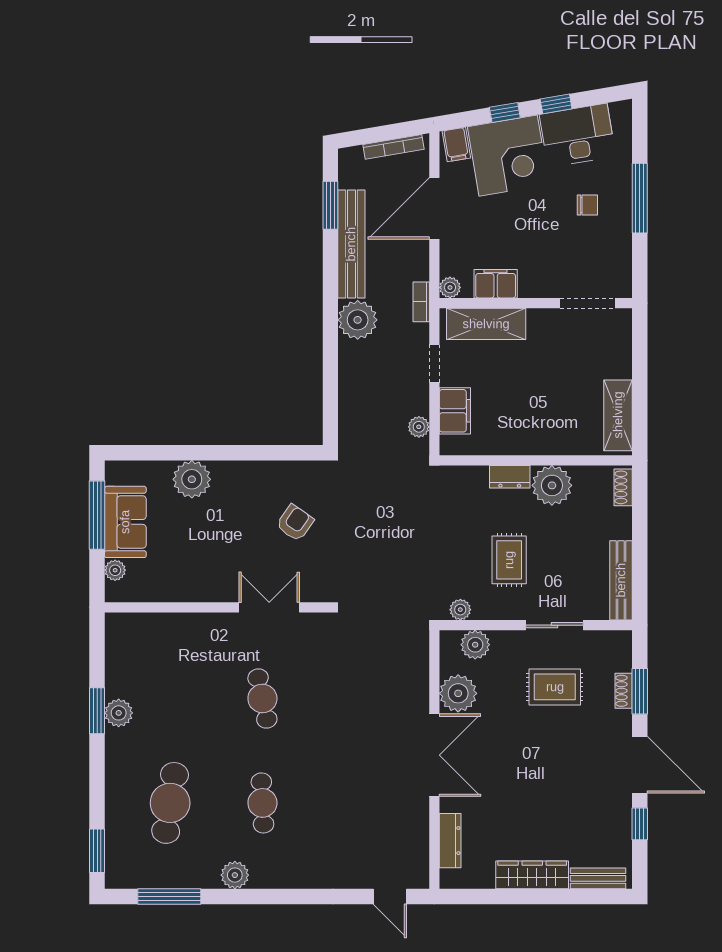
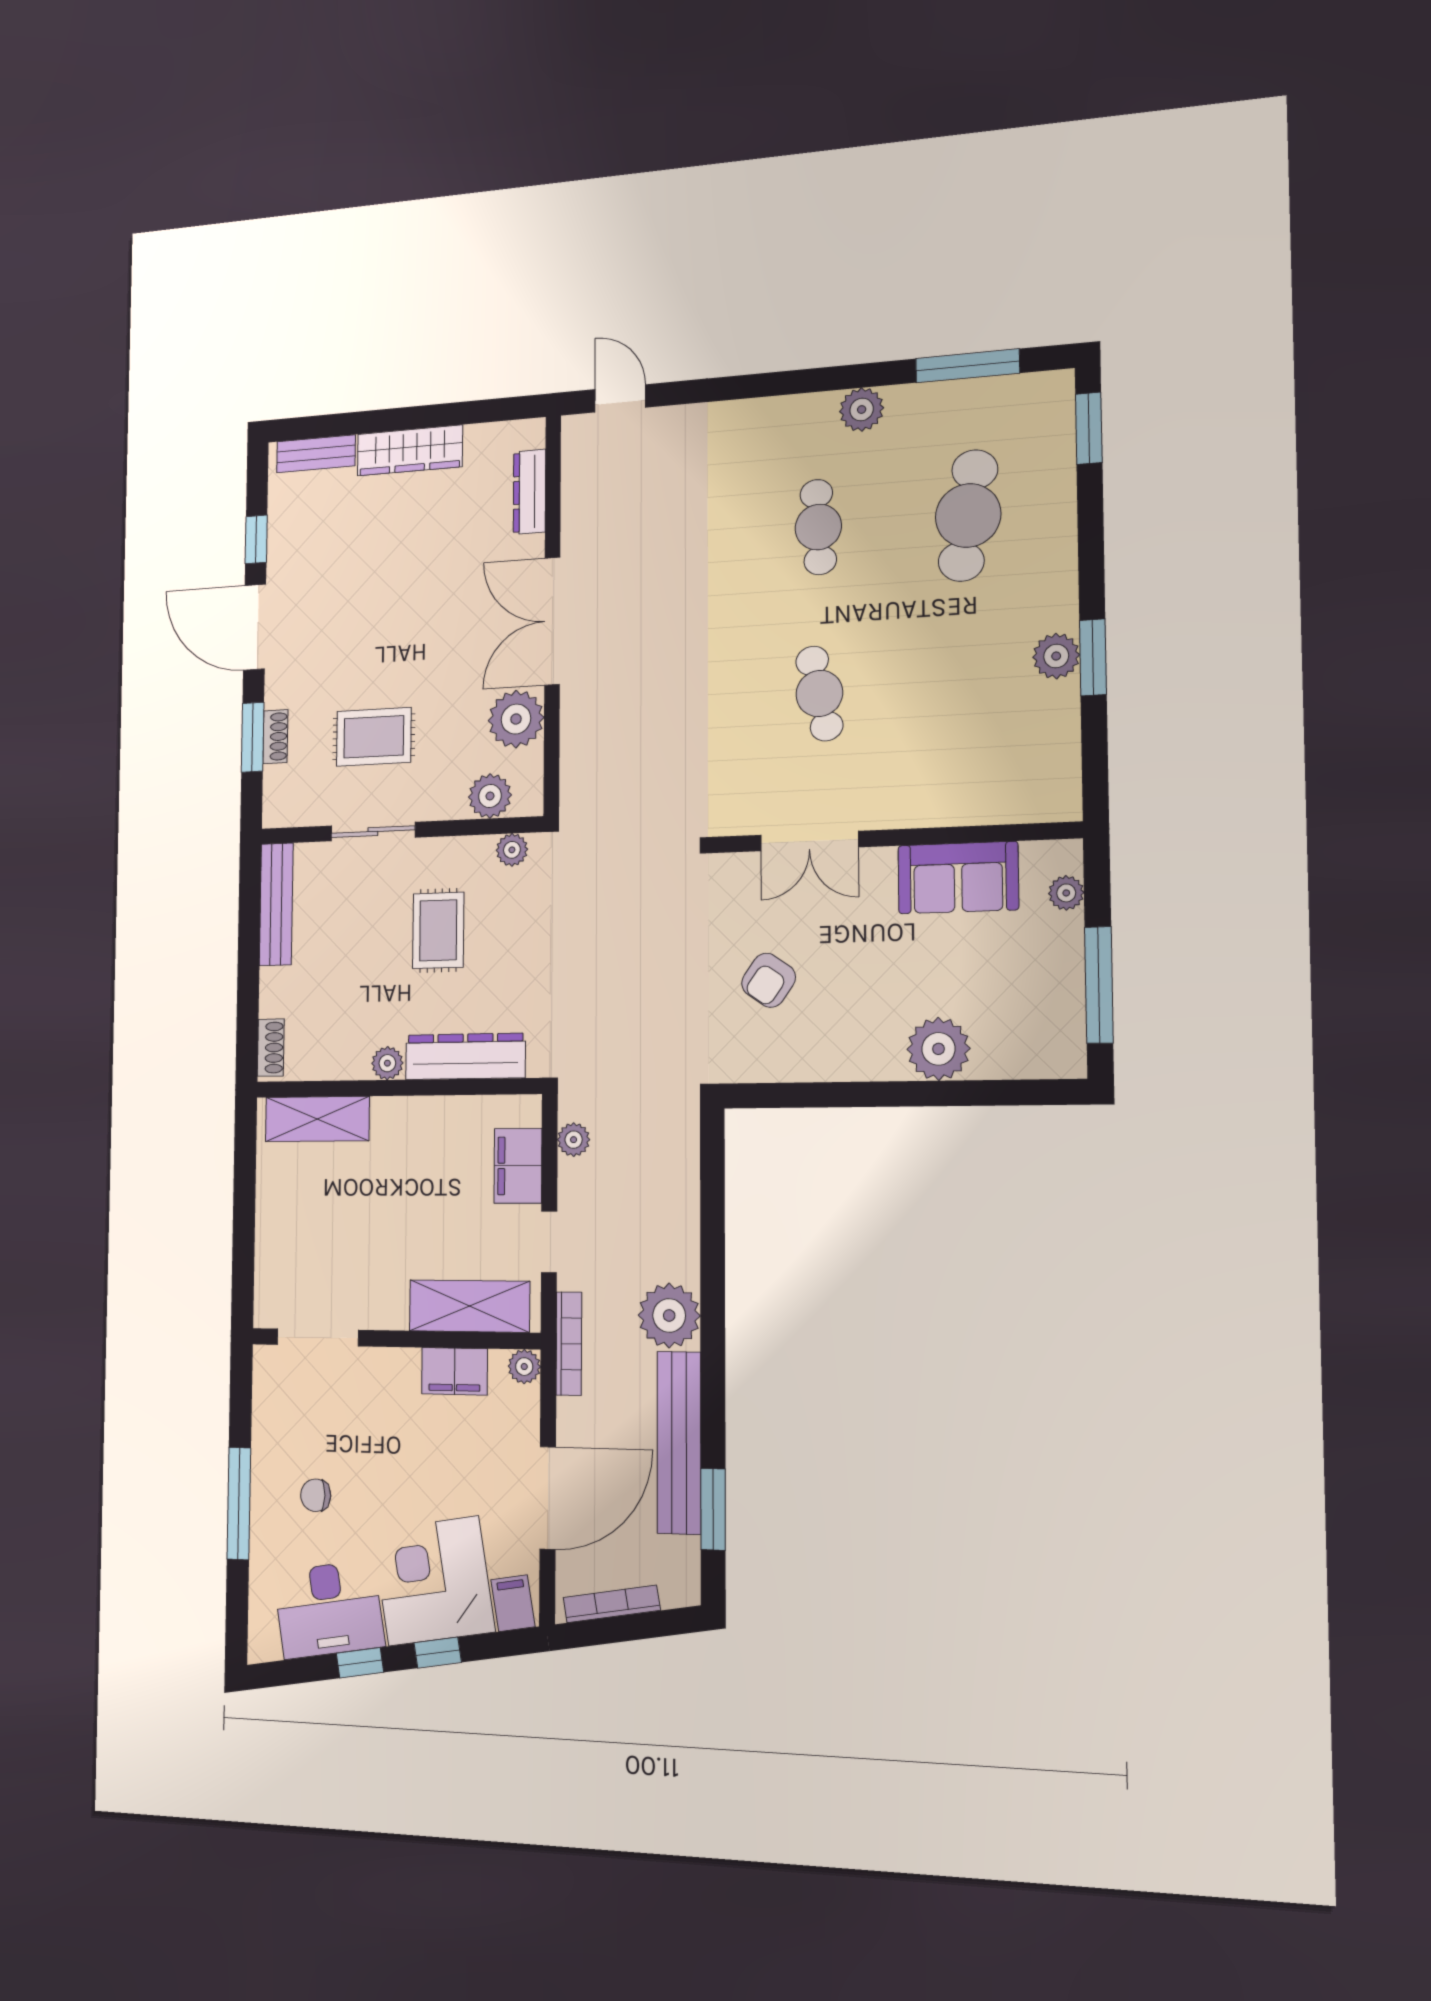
bookcase: (421, 302) -> (569, 1344), width x1.56
shelving: (618, 415) -> (317, 1119), moved, turned 90
dresser: (510, 477) -> (465, 1056), width x1.96, depth x1.24
plant: (552, 485) -> (387, 1063), width x0.53, depth x0.53
sofa: (125, 522) -> (958, 878), moved, turned -90

